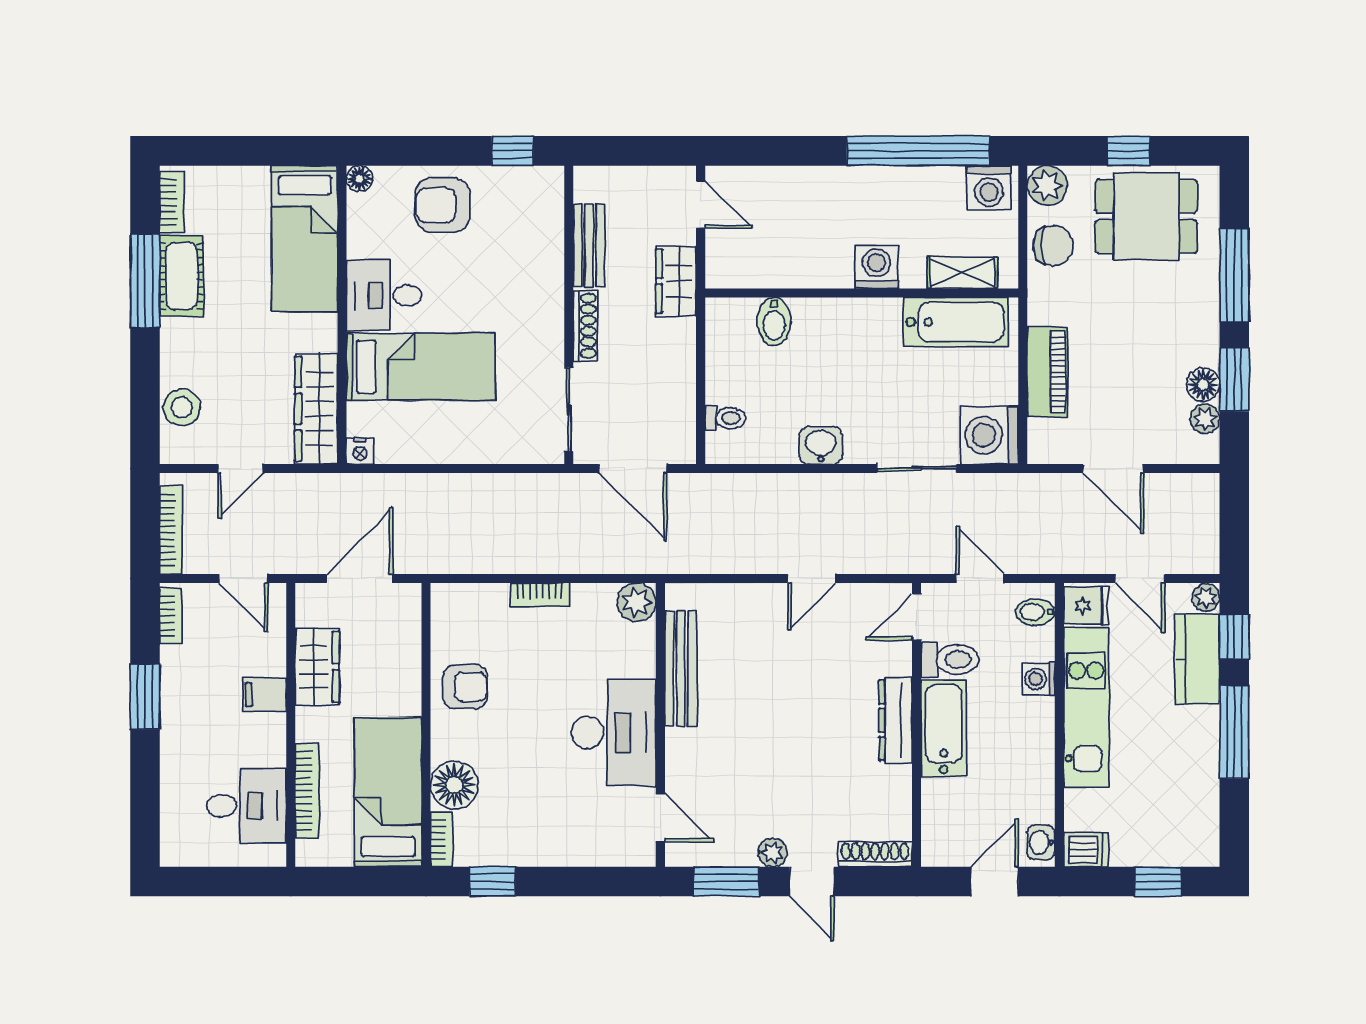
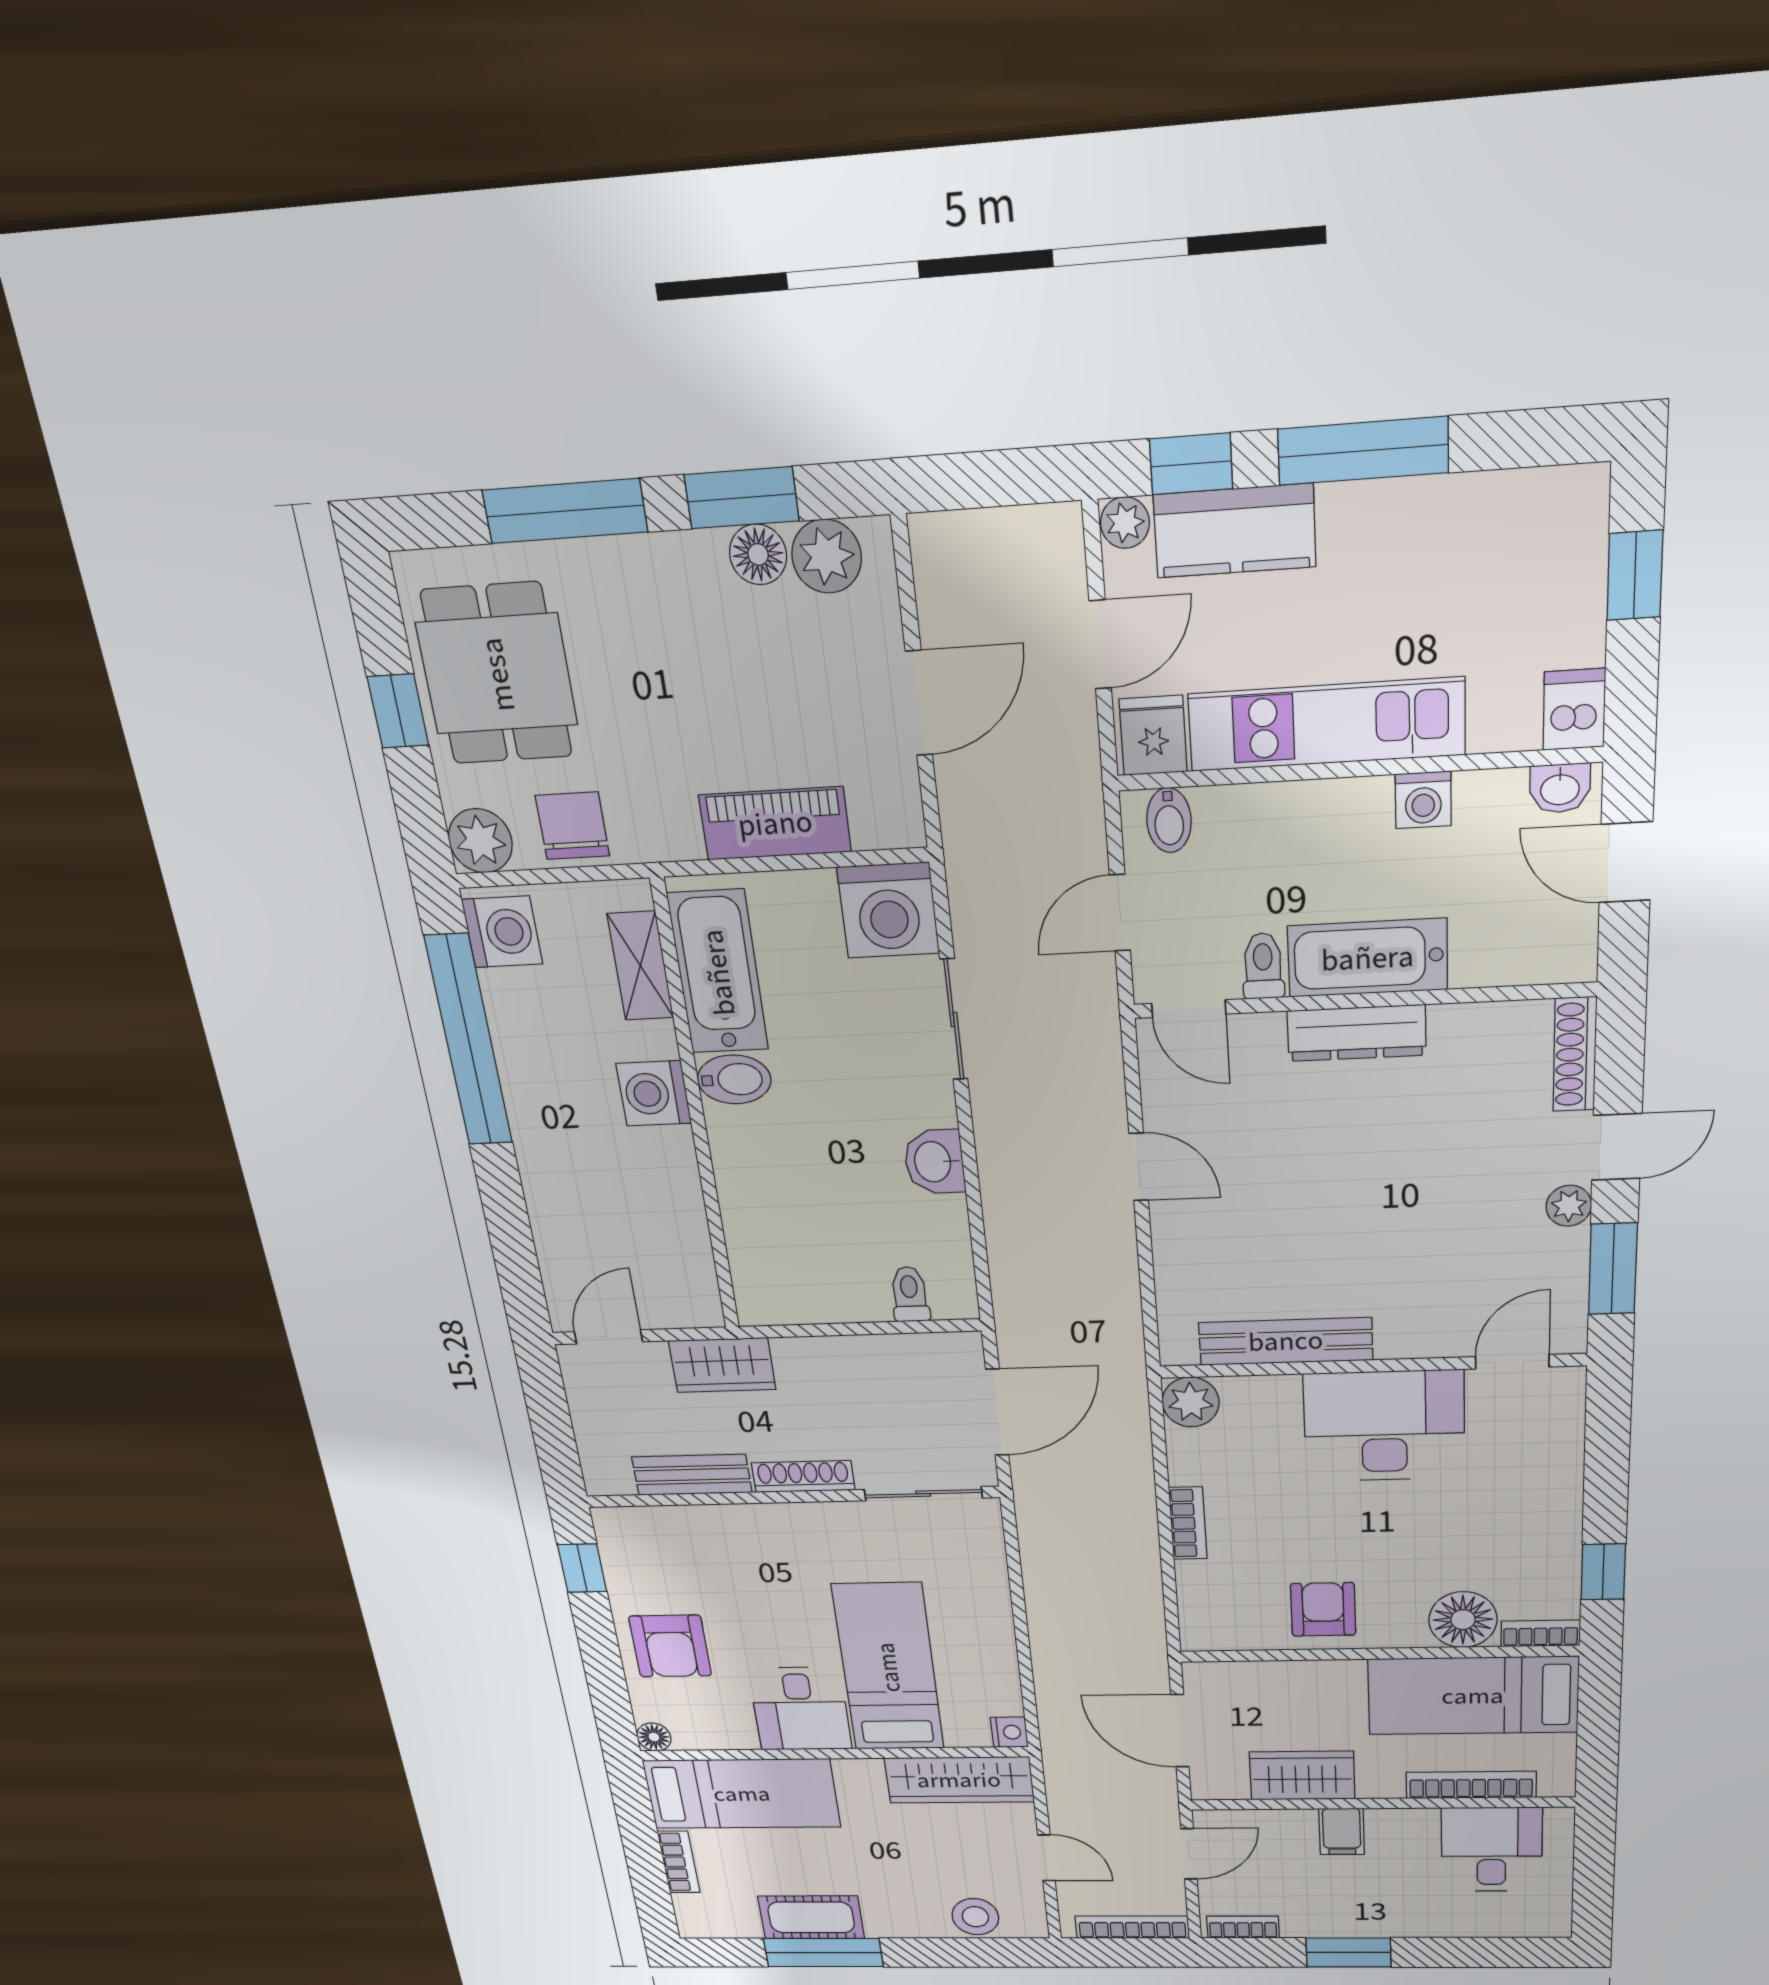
bookcase: (172, 202) -> (679, 1862), moved, turned 90
bidet: (774, 321) -> (734, 1079), moved
plant: (1205, 419) -> (827, 556), width x1.38, depth x1.38
toilet: (950, 660) -> (1263, 966), width x0.73, depth x0.72
washing machine: (1039, 679) -> (1423, 800), moved

